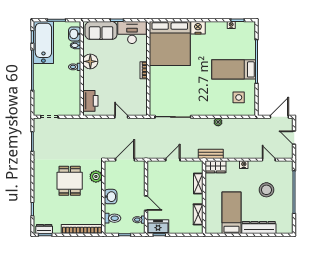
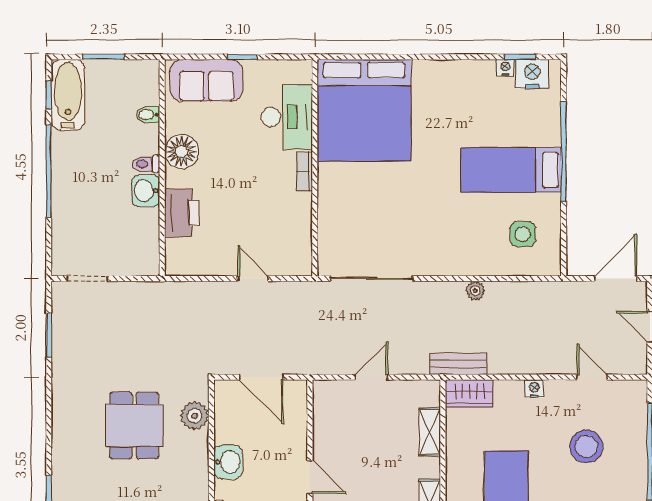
nightstand: (198, 28) -> (532, 74), moved
desk: (132, 33) -> (287, 117), moved, turned 90
washbasin: (75, 34) -> (146, 191), moved
bathtub: (43, 42) -> (68, 95), width x0.73, depth x0.73
printer: (90, 101) -> (182, 213), moved
door: (125, 160) -> (261, 377), swing flipped

